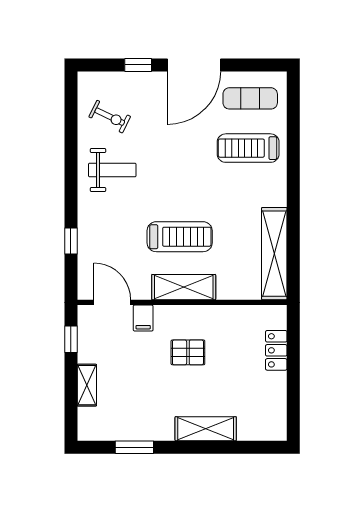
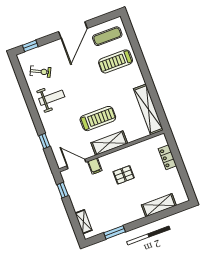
window: (138, 65) -> (30, 46), moved
shelving: (87, 385) -> (84, 222), moved
shelving: (206, 429) -> (159, 205), moved

